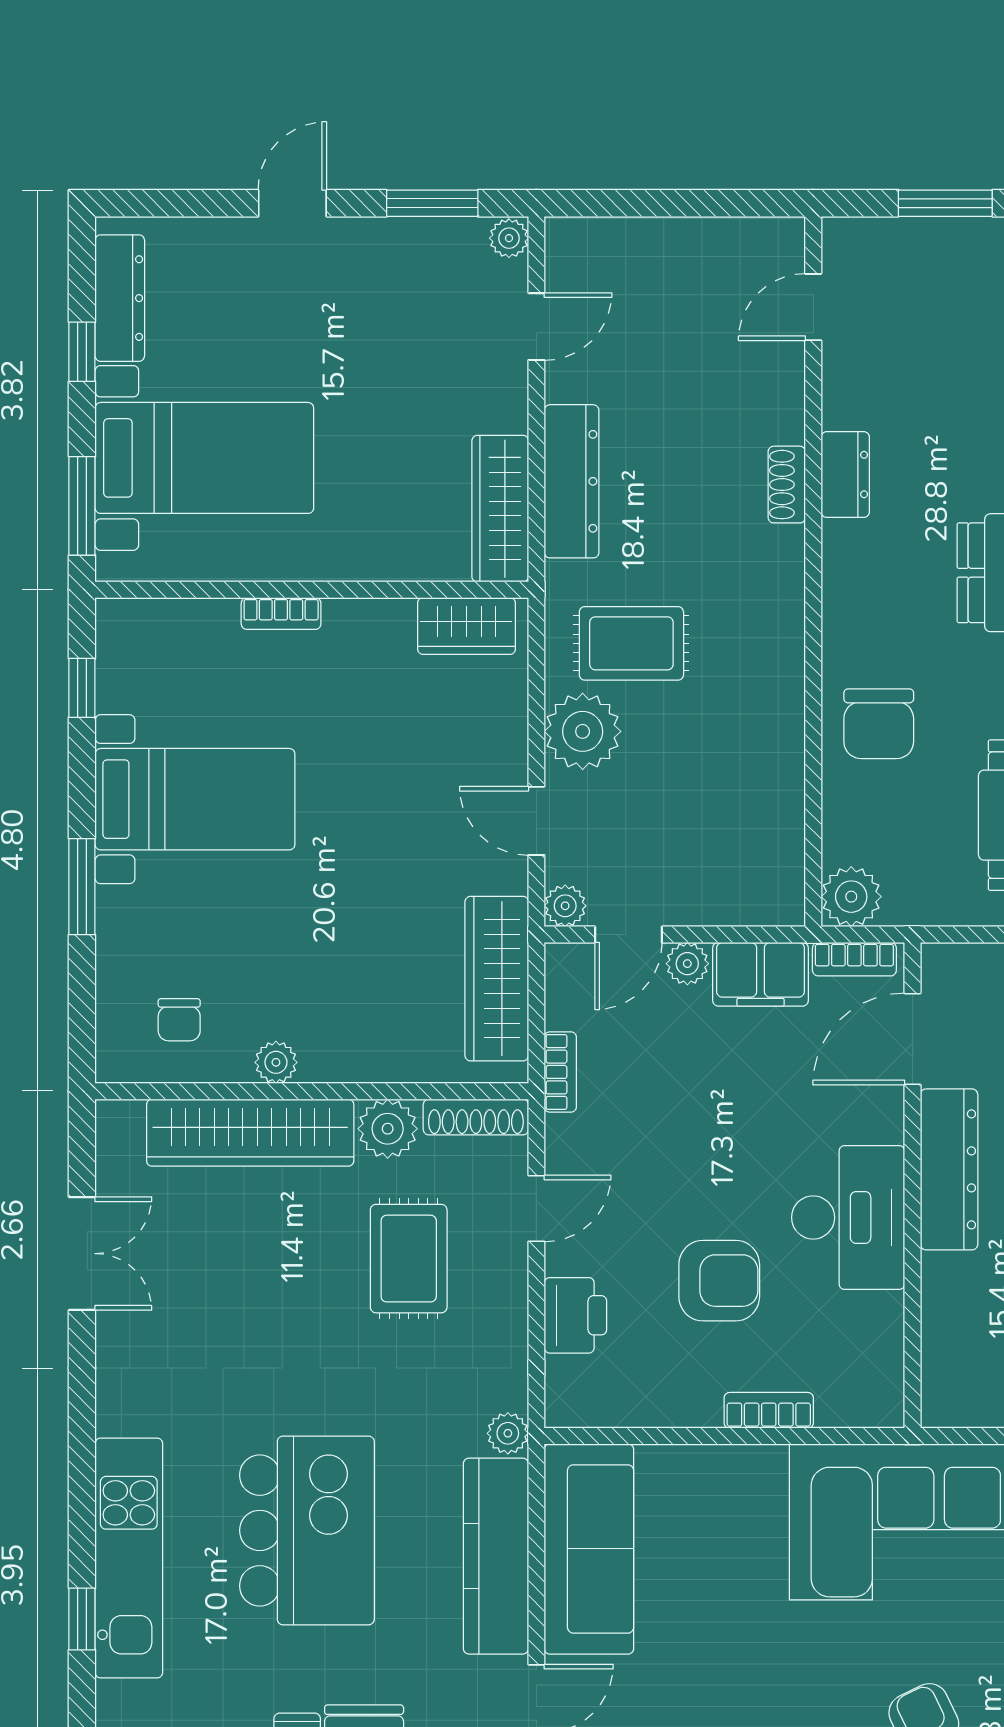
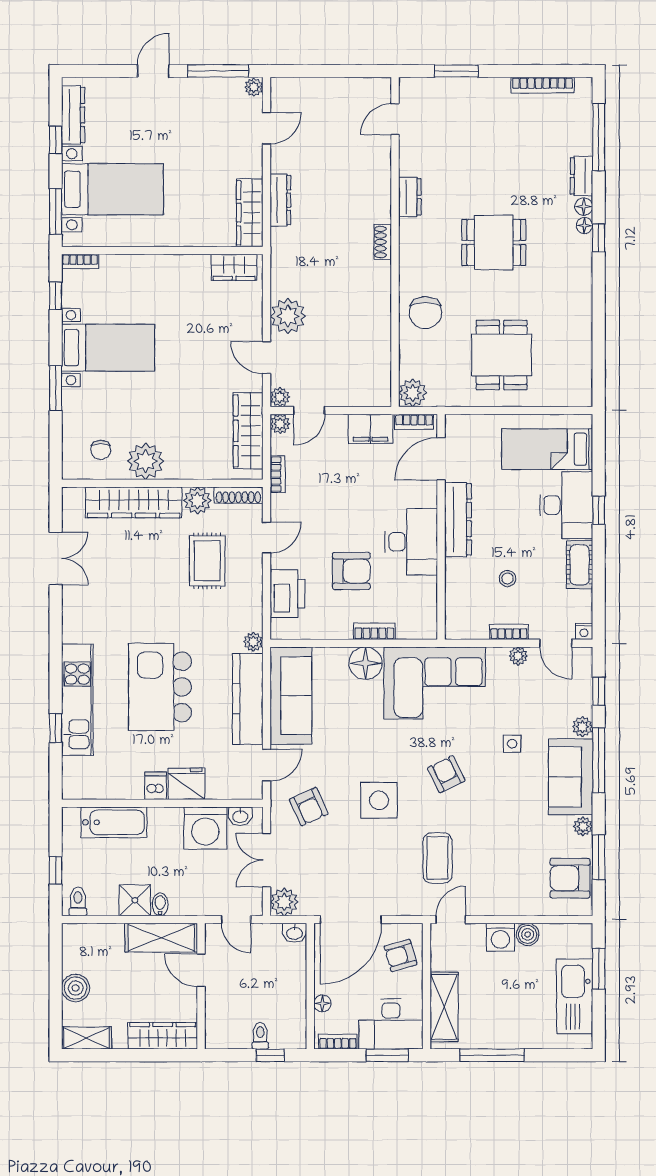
window: (432, 203) -> (218, 71), width x1.44
dresser: (572, 481) -> (280, 200), width x0.73, depth x0.80
shoe rack: (787, 485) -> (383, 242), moved
bookcase: (281, 614) -> (80, 261), moved
rug: (631, 643) -> (311, 275), removed
plant: (687, 964) -> (280, 424), moved
plant: (276, 1062) -> (146, 461), width x1.87, depth x1.87
printer: (575, 1315) -> (287, 594), width x1.37, depth x1.19
floor lamp: (750, 1479) -> (365, 663), added
kitchen island: (307, 1530) -> (160, 687), turned 180

